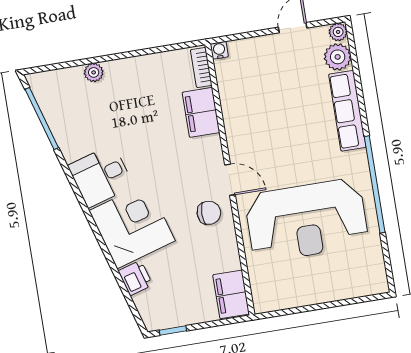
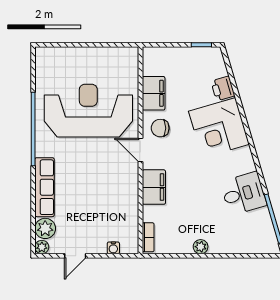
water cooler: (219, 50) -> (113, 248), moved
plant: (94, 72) -> (201, 247), moved
filing cabinet: (201, 112) -> (154, 187), moved
desk: (101, 176) -> (244, 194), moved
filing cabinet: (231, 294) -> (154, 93), moved

